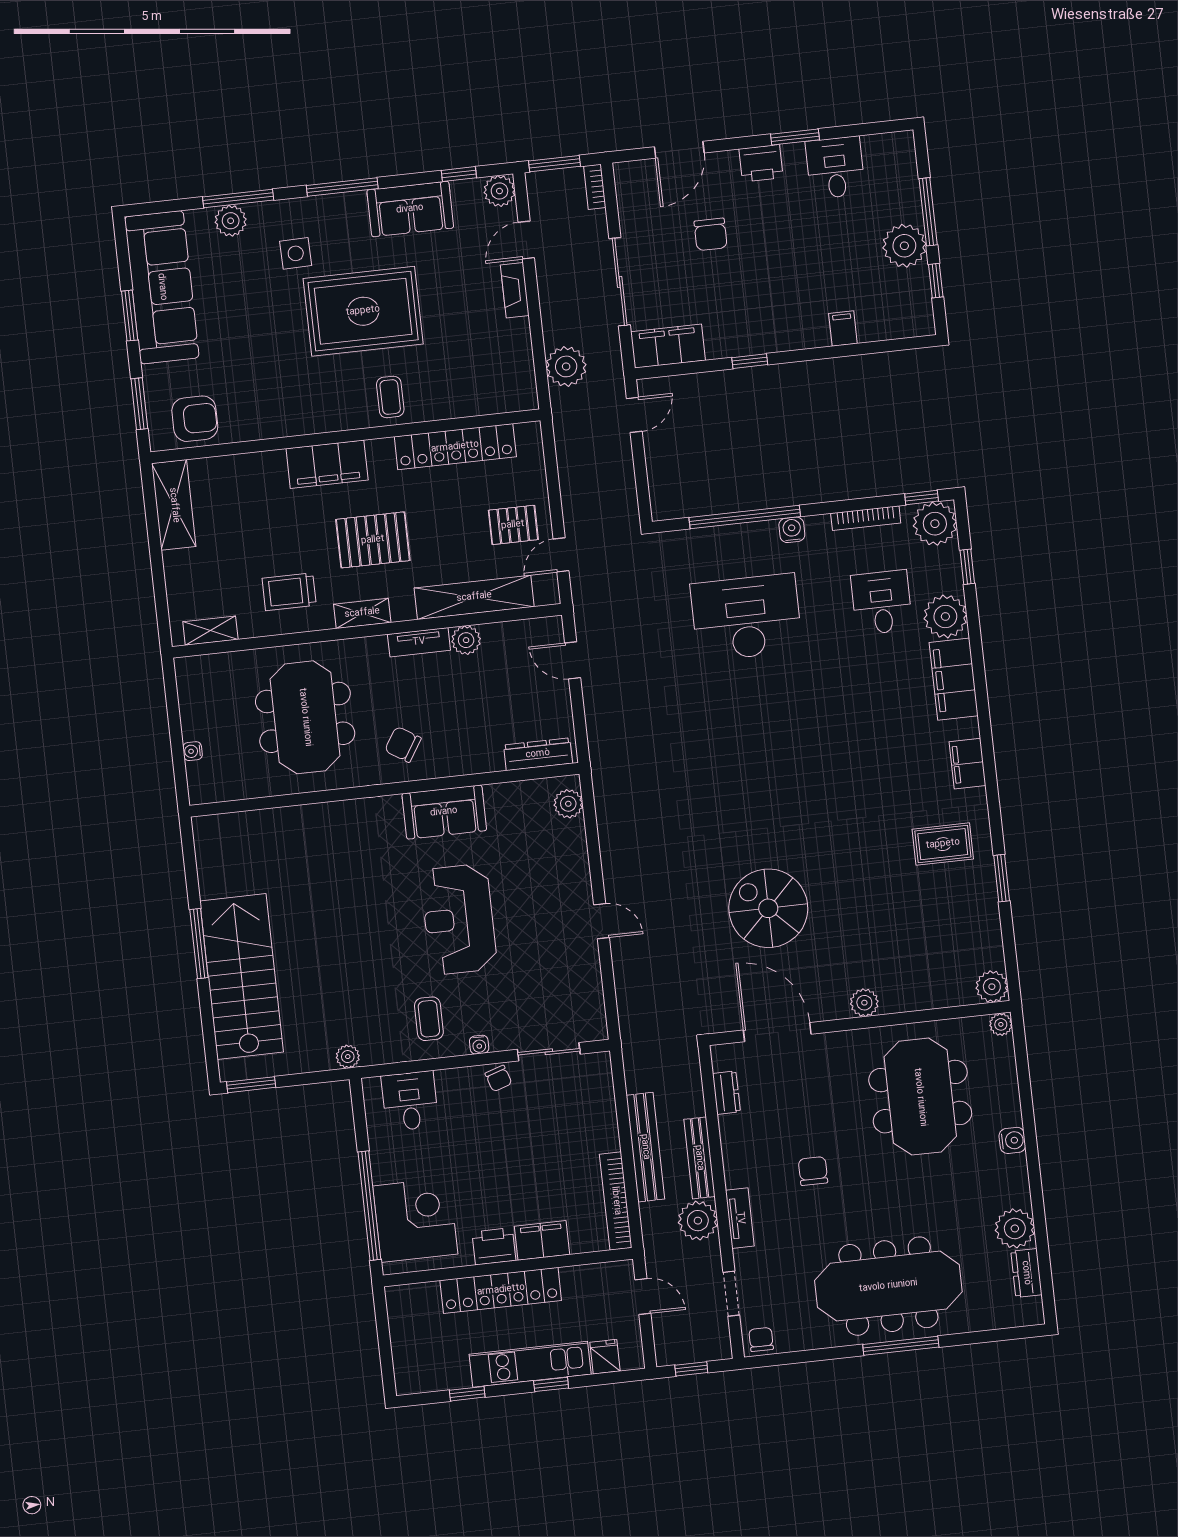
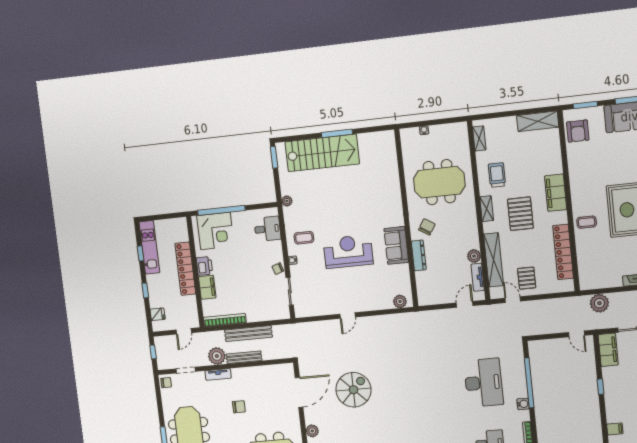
tv unit: (419, 642) -> (478, 277), moved
dresser: (538, 754) -> (419, 255), moved
dresser: (726, 1093) -> (272, 370), removed
kitchen unit: (530, 1364) -> (149, 247), moved

